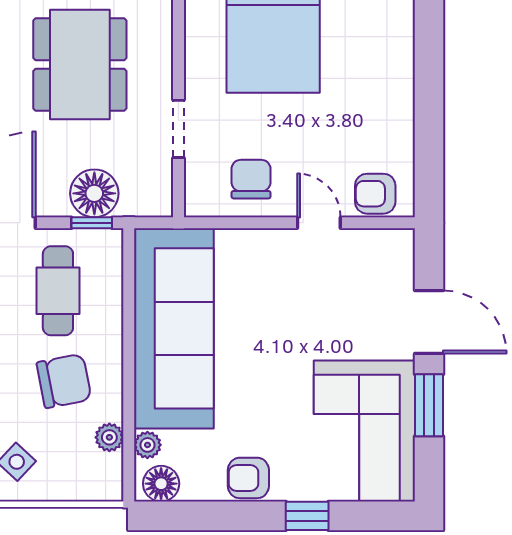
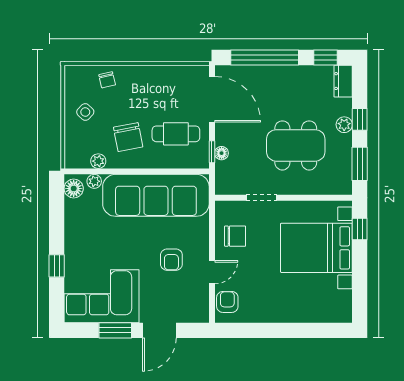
floor lamp: (94, 193) -> (222, 153), width x0.53, depth x0.53
armchair: (248, 478) -> (171, 260), moved, turned 180

